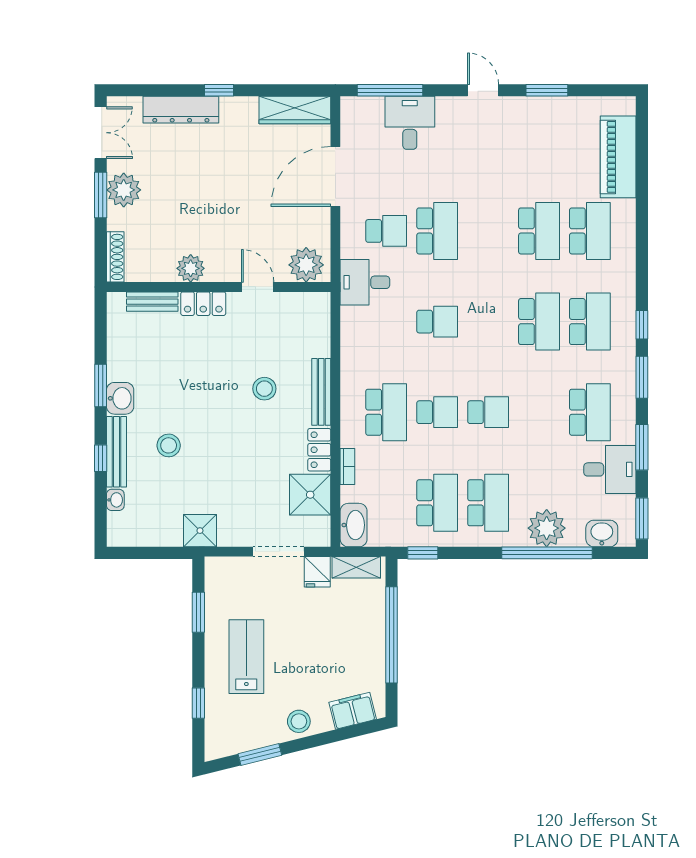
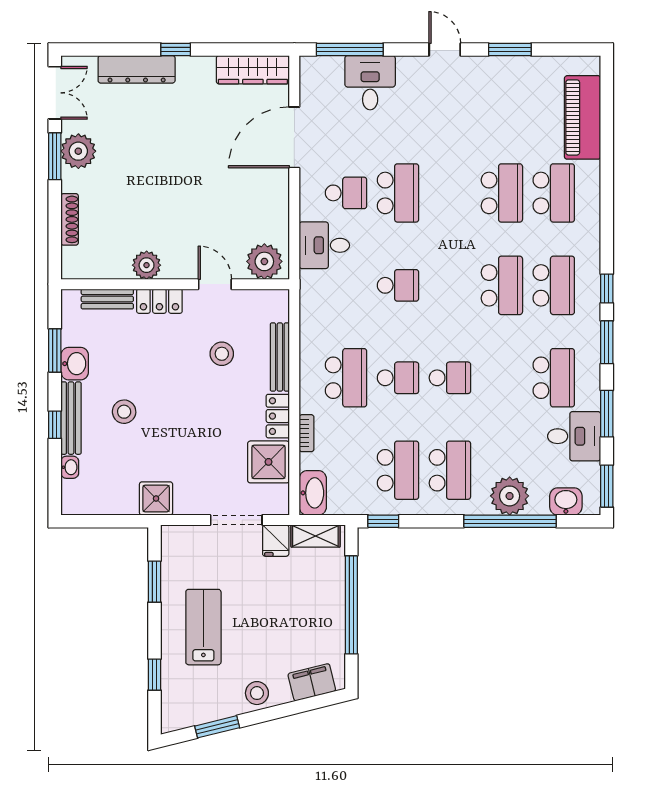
plant: (306, 265) -> (264, 261), moved
plant: (191, 268) -> (147, 265), moved
wall: (219, 287) -> (175, 284), moved
door: (258, 287) -> (215, 284), moved
bench: (152, 302) -> (107, 299), moved
locker: (203, 304) -> (159, 301), moved

